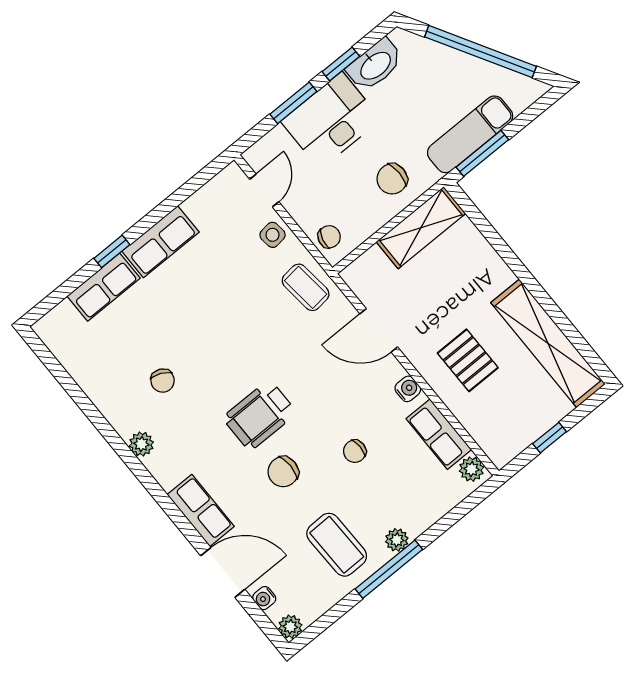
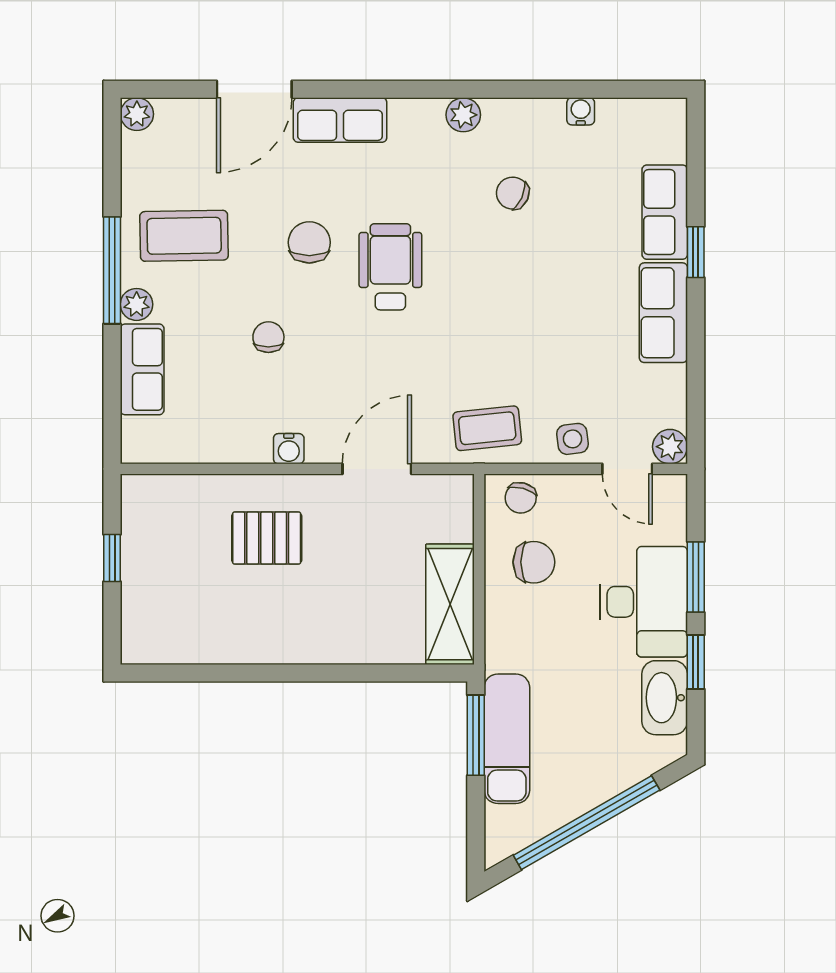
chair: (392, 179) -> (534, 562), moved, turned 90
shelving: (548, 343) -> (215, 639), removed
row of seats: (439, 434) -> (142, 369), moved, turned 90
plant: (471, 469) -> (670, 447), moved
water cooler: (264, 598) -> (581, 111), moved

